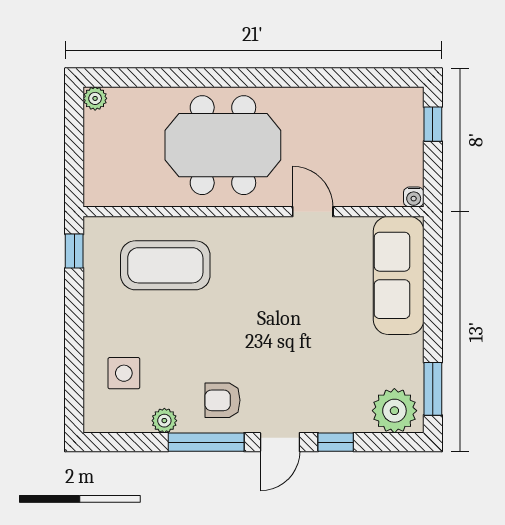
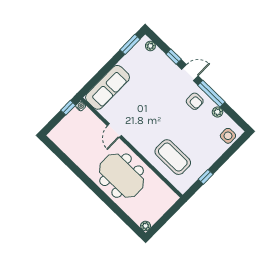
window: (433, 124) -> (68, 108), moved
window: (74, 251) -> (206, 177), moved
side table: (124, 373) -> (228, 136), moved
plant: (394, 411) -> (150, 46), width x0.53, depth x0.53

